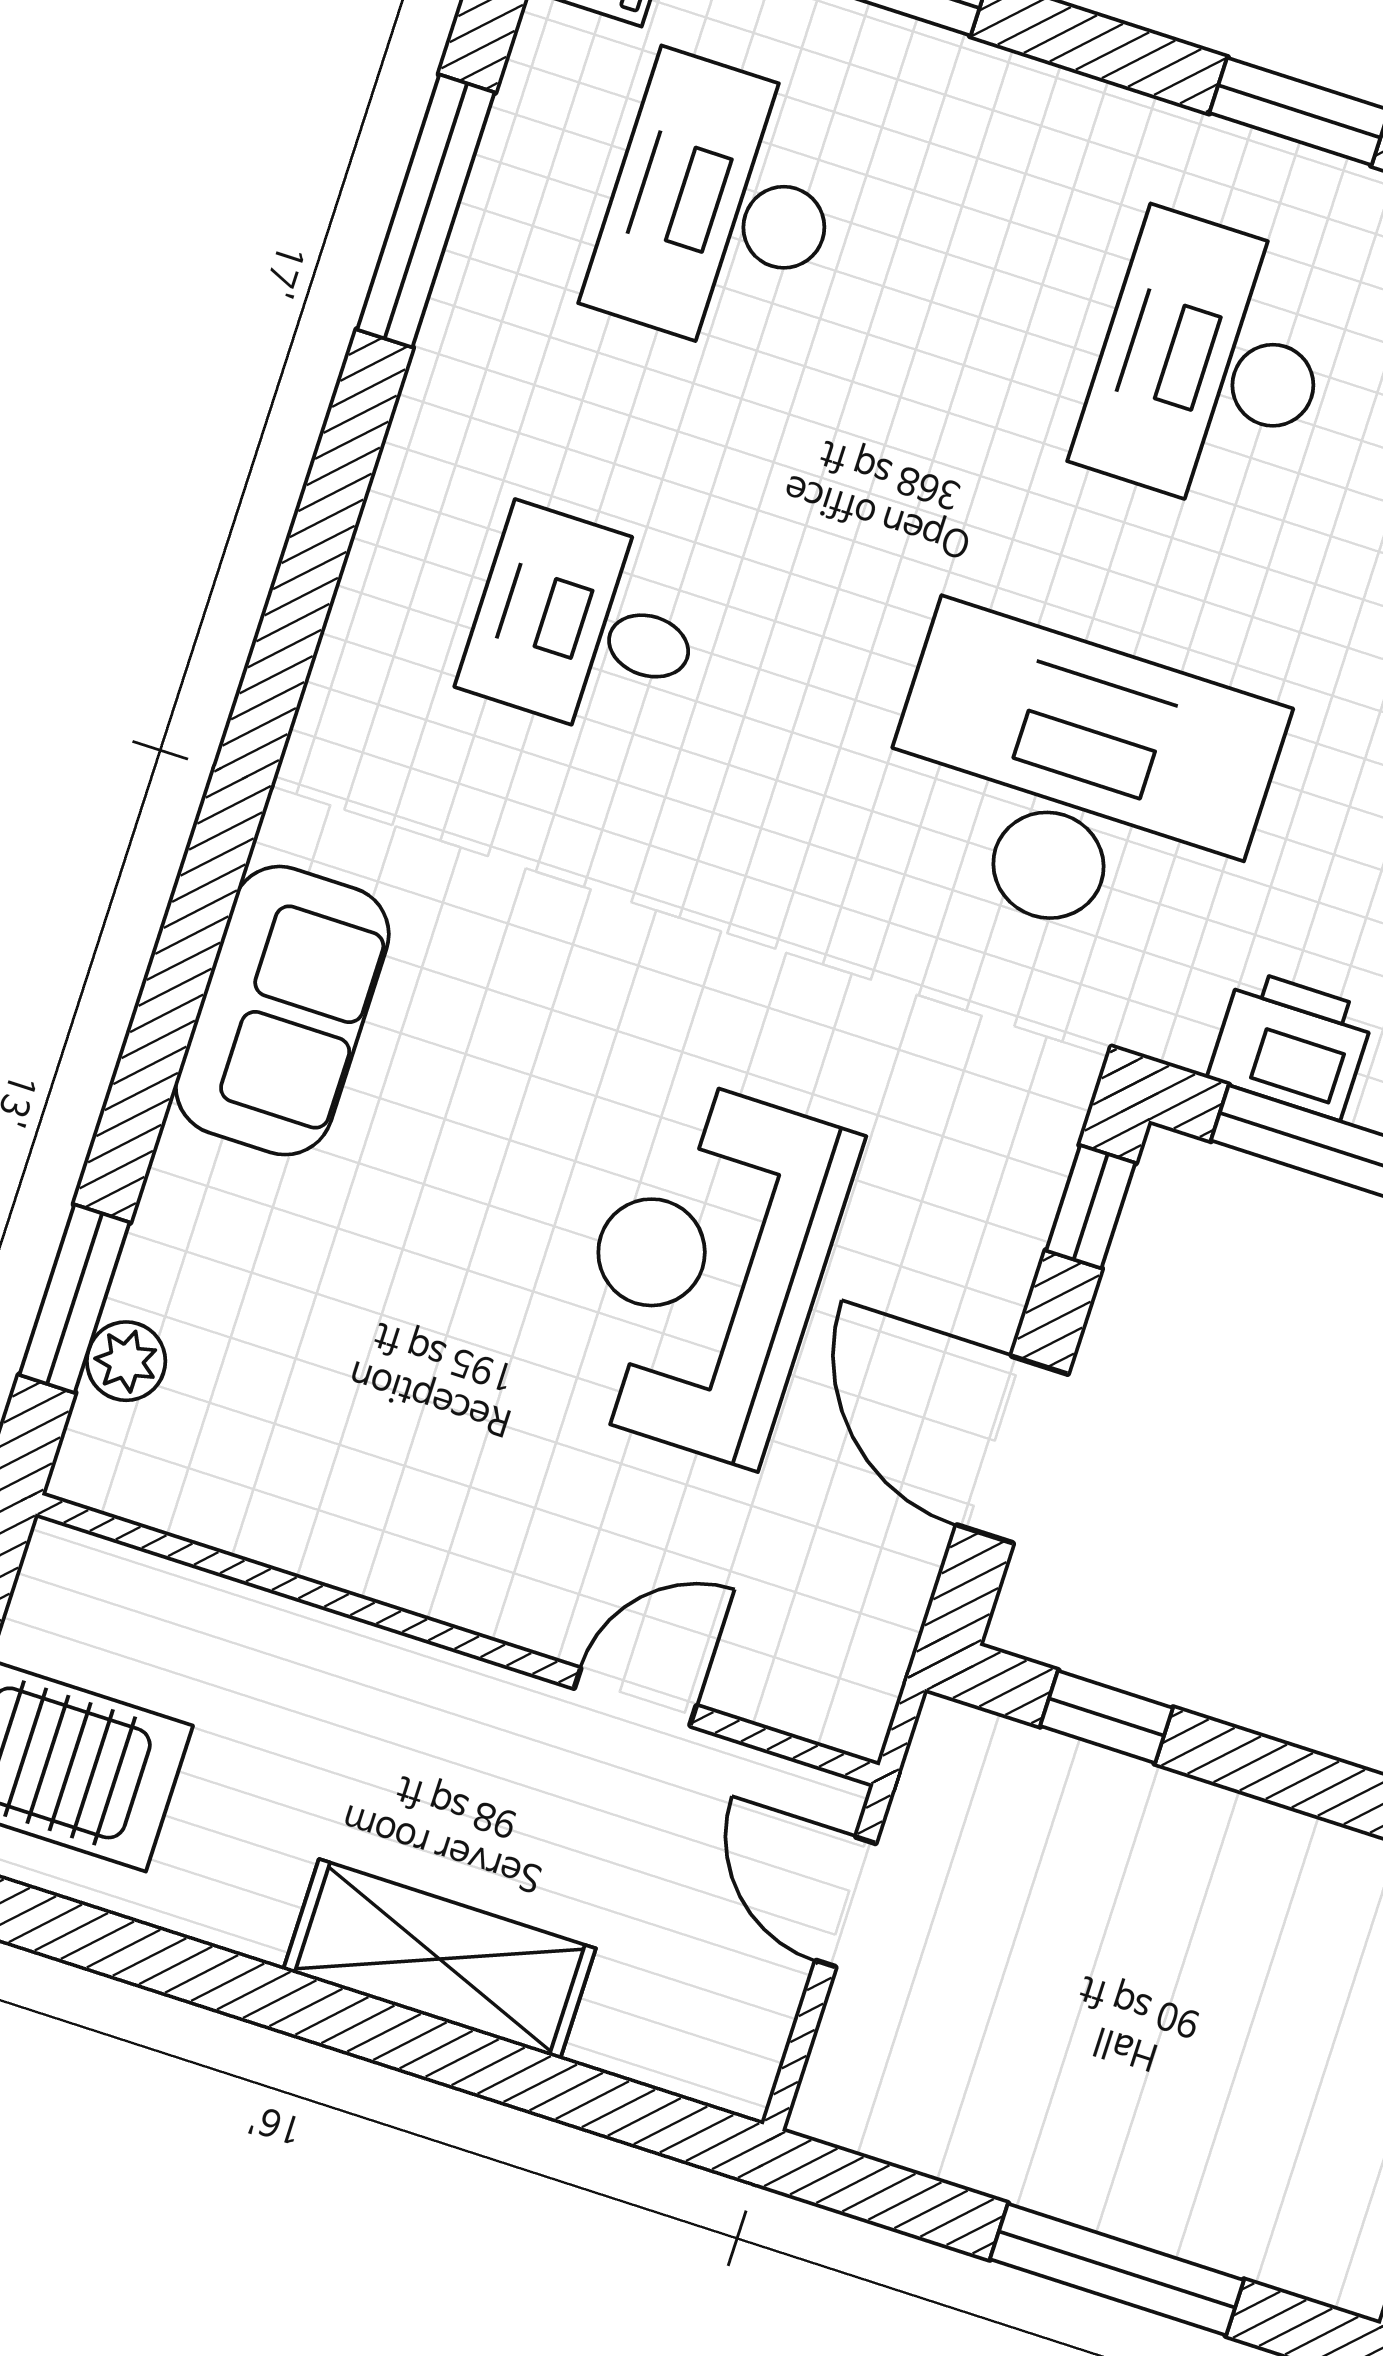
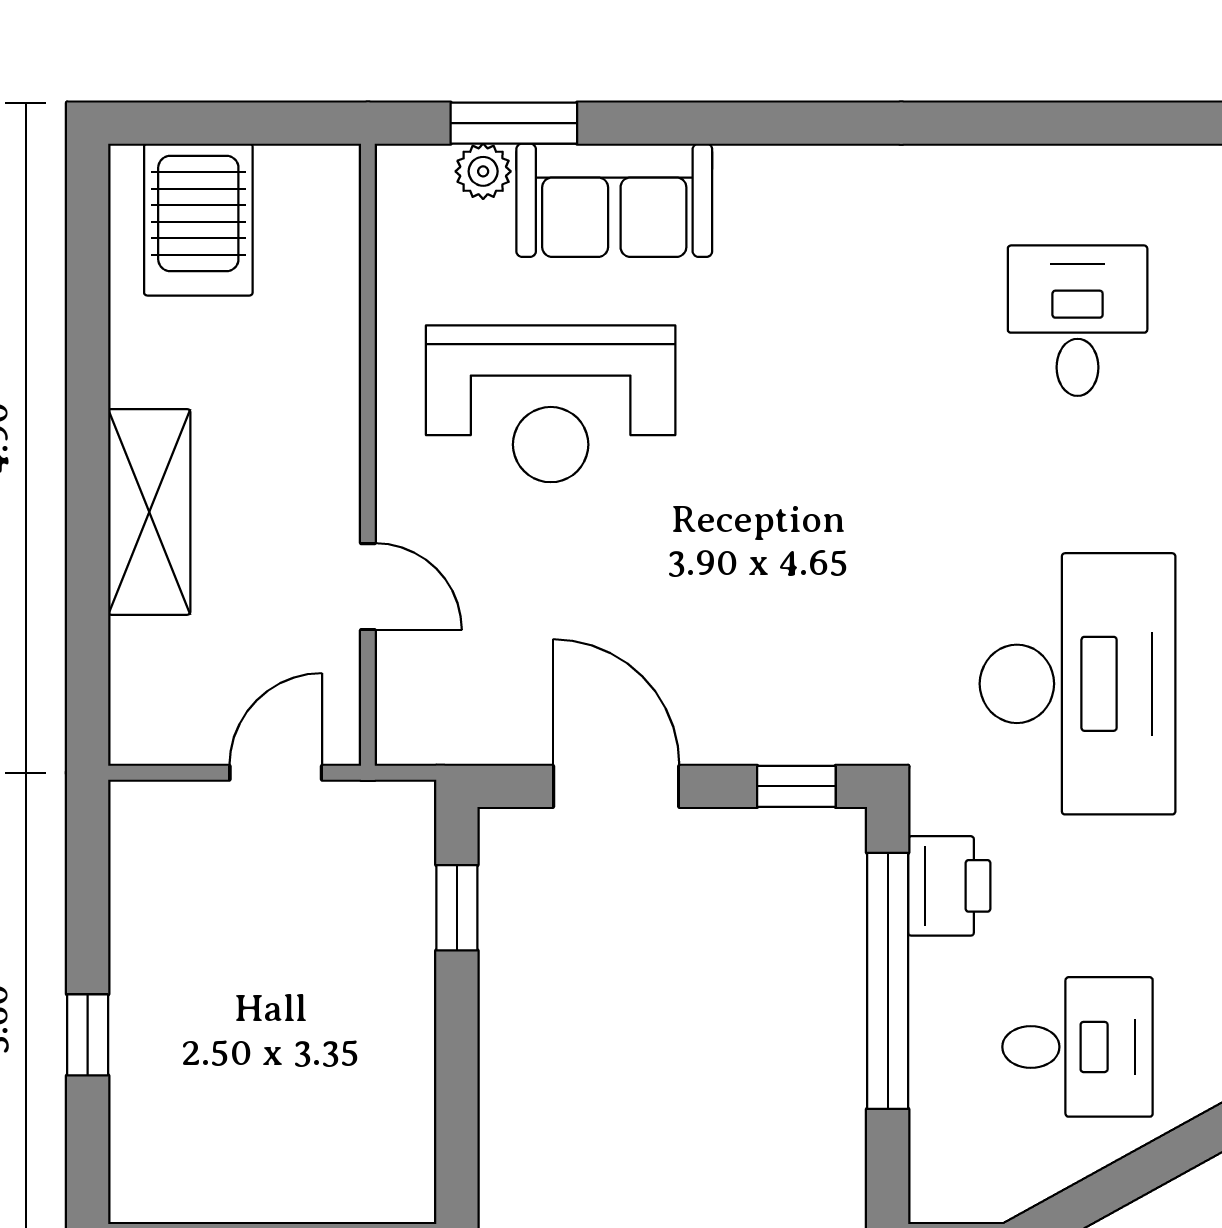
sofa: (282, 1011) -> (614, 200), moved
reception desk: (707, 1270) -> (551, 404), moved, turned 180
door: (1012, 1450) -> (616, 786), hinge flipped
window: (1117, 2270) -> (88, 1035), width x0.46

